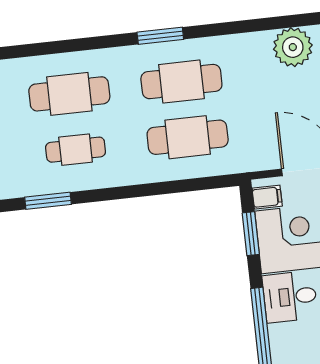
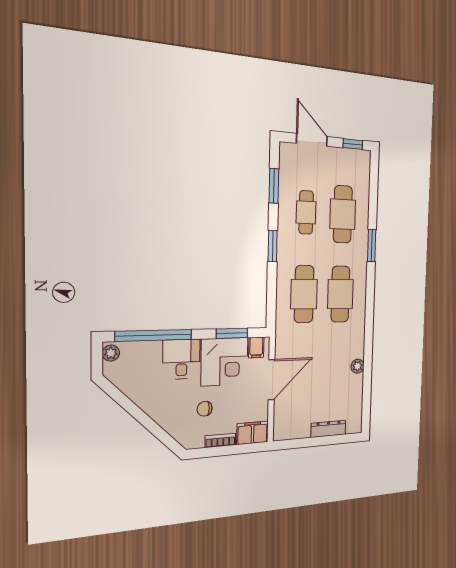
window: (160, 36) -> (372, 246), moved
plant: (293, 47) -> (358, 366), width x0.53, depth x0.53
window: (128, 192) -> (273, 246), added

